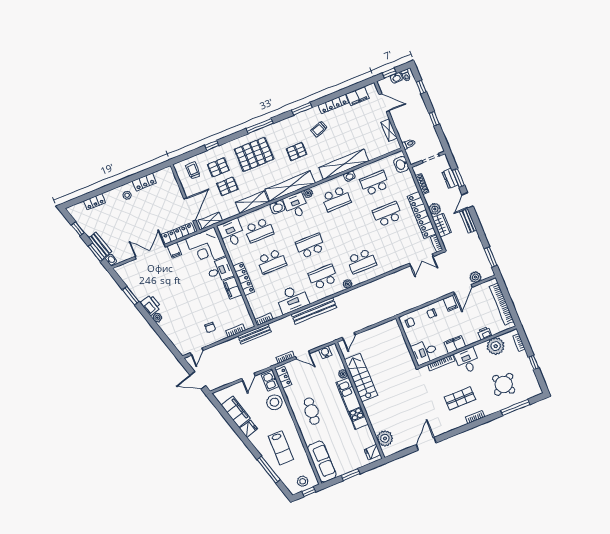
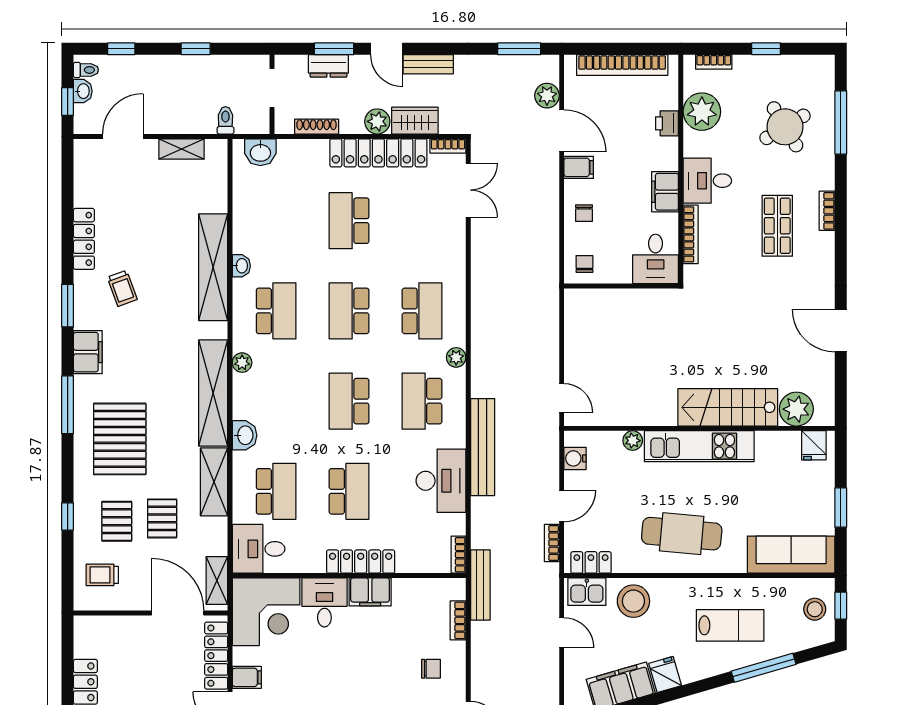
filing cabinet: (358, 96) -> (88, 352), moved
pallet: (297, 152) -> (149, 352), removed
school desk: (375, 183) -> (349, 311), moved
desk: (296, 205) -> (256, 397), removed
stairs: (361, 377) -> (728, 407), moved
cafe table: (312, 411) -> (682, 534), width x1.37, depth x1.35

